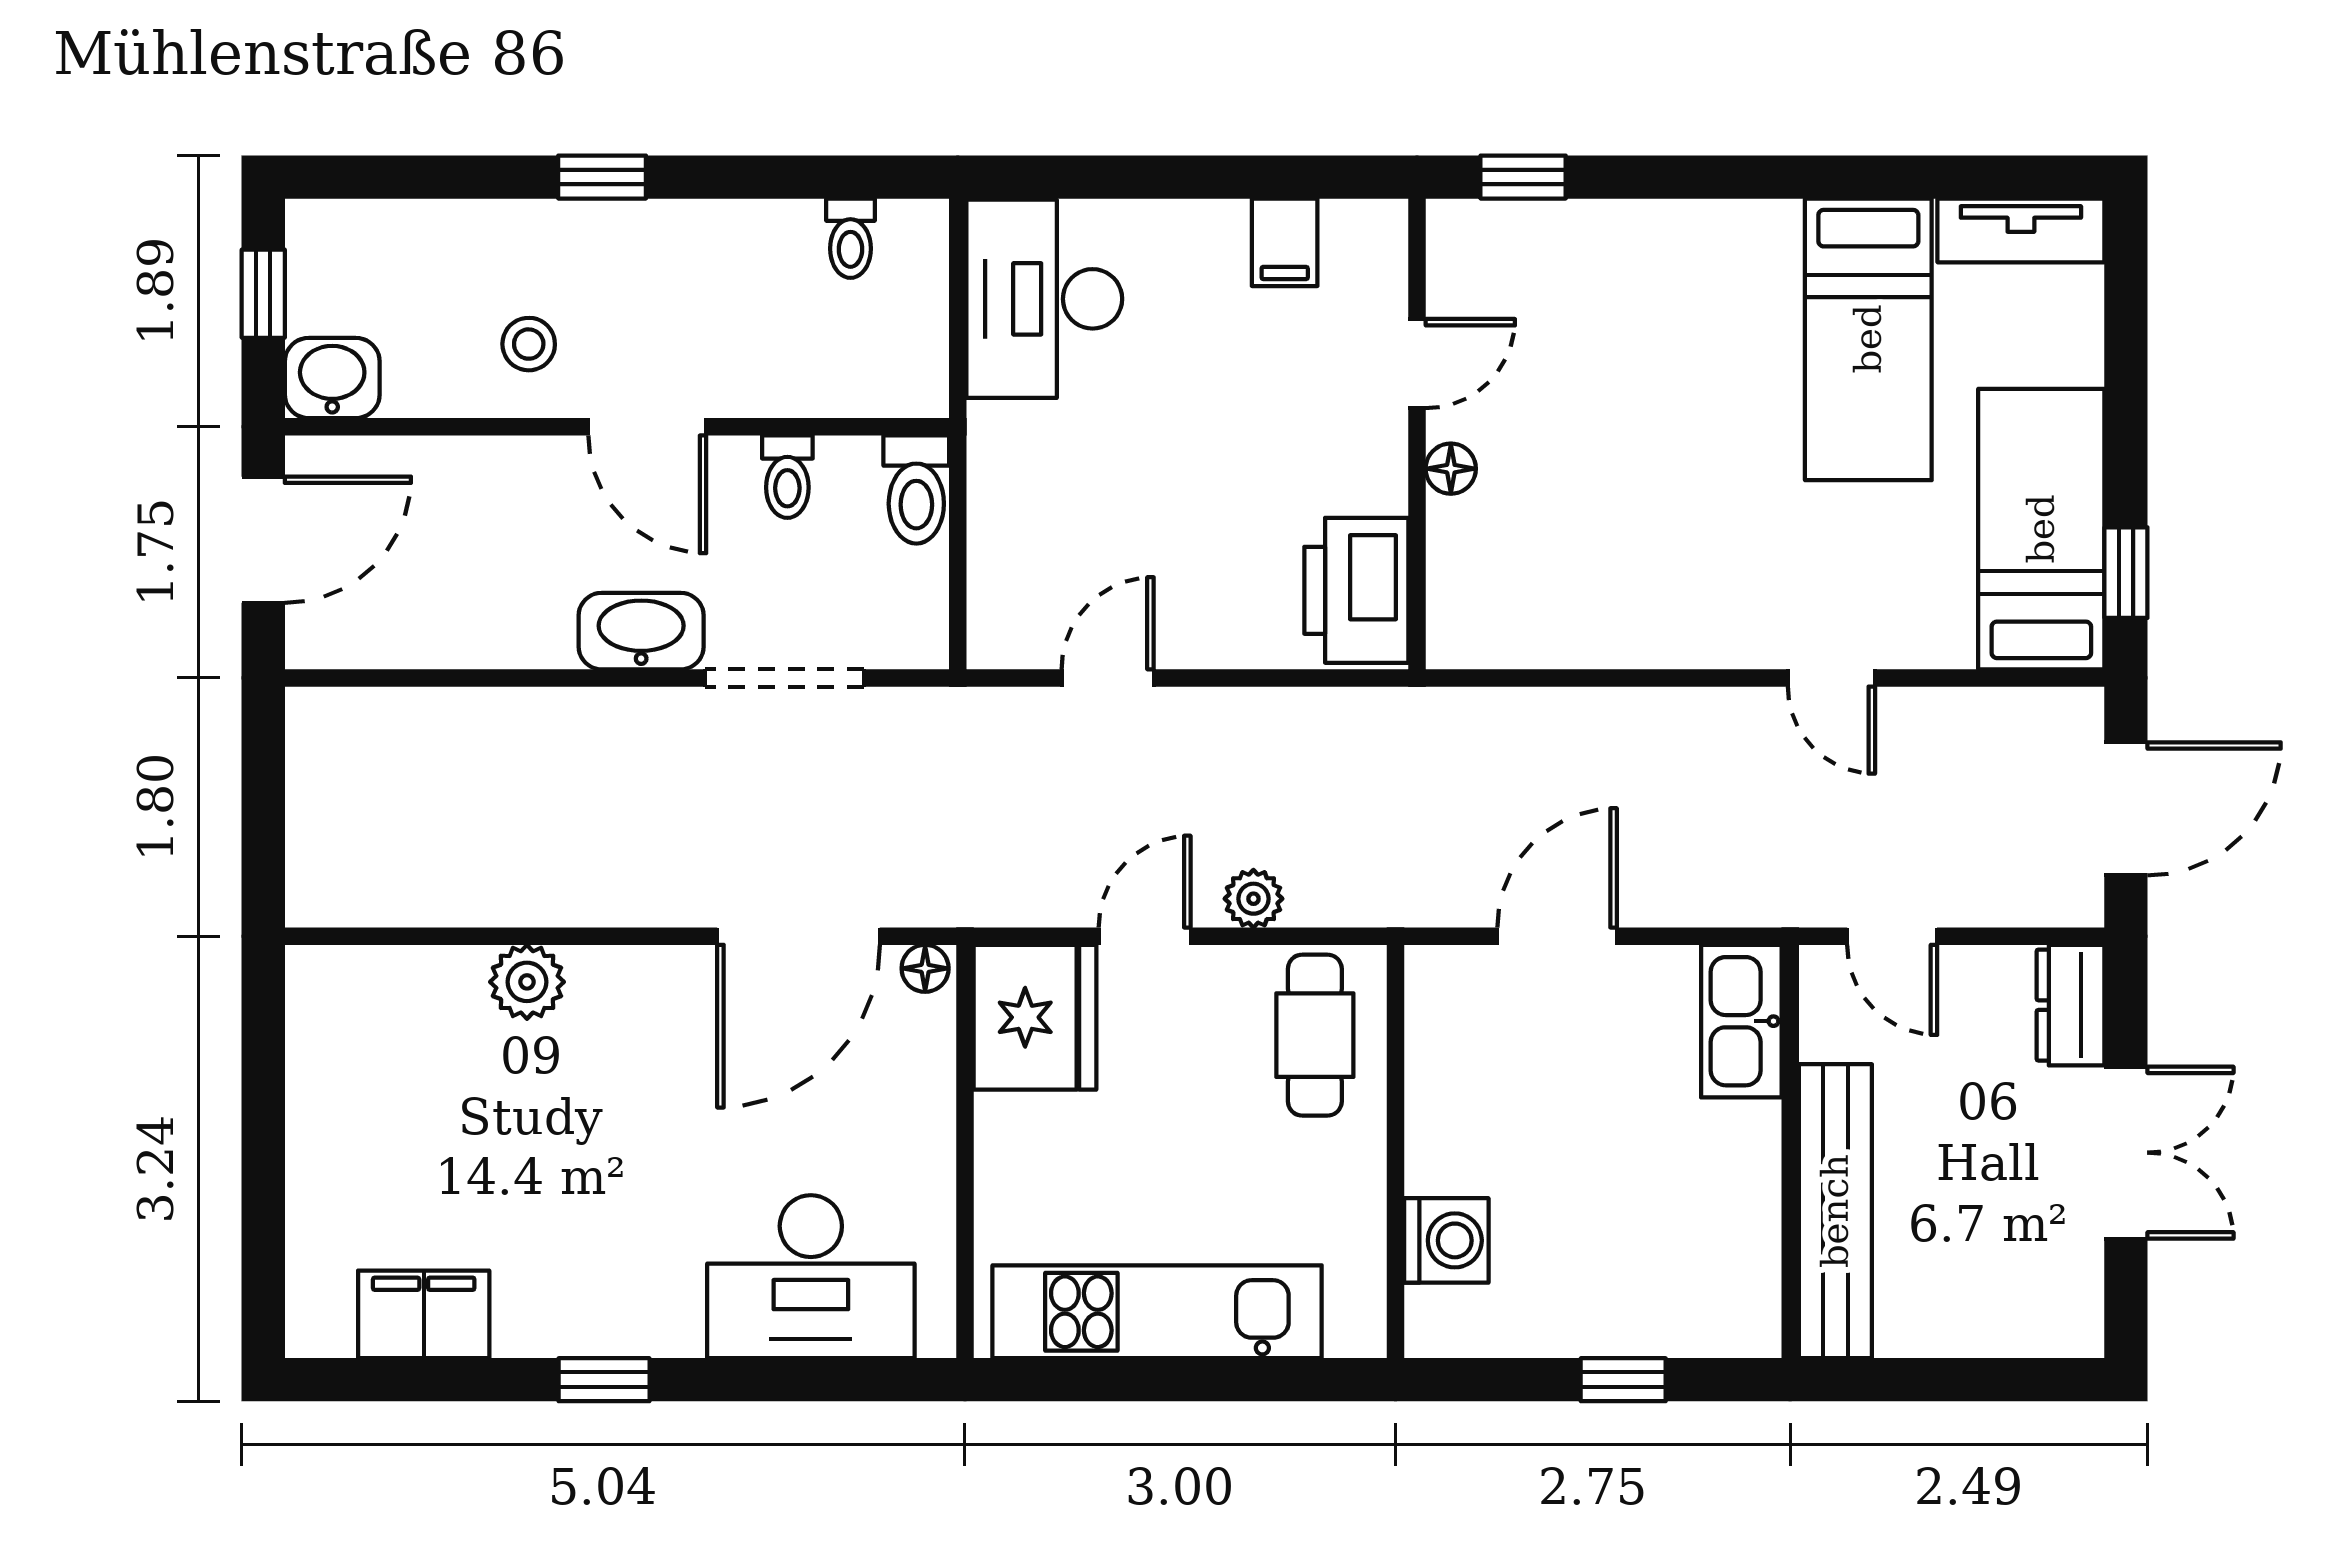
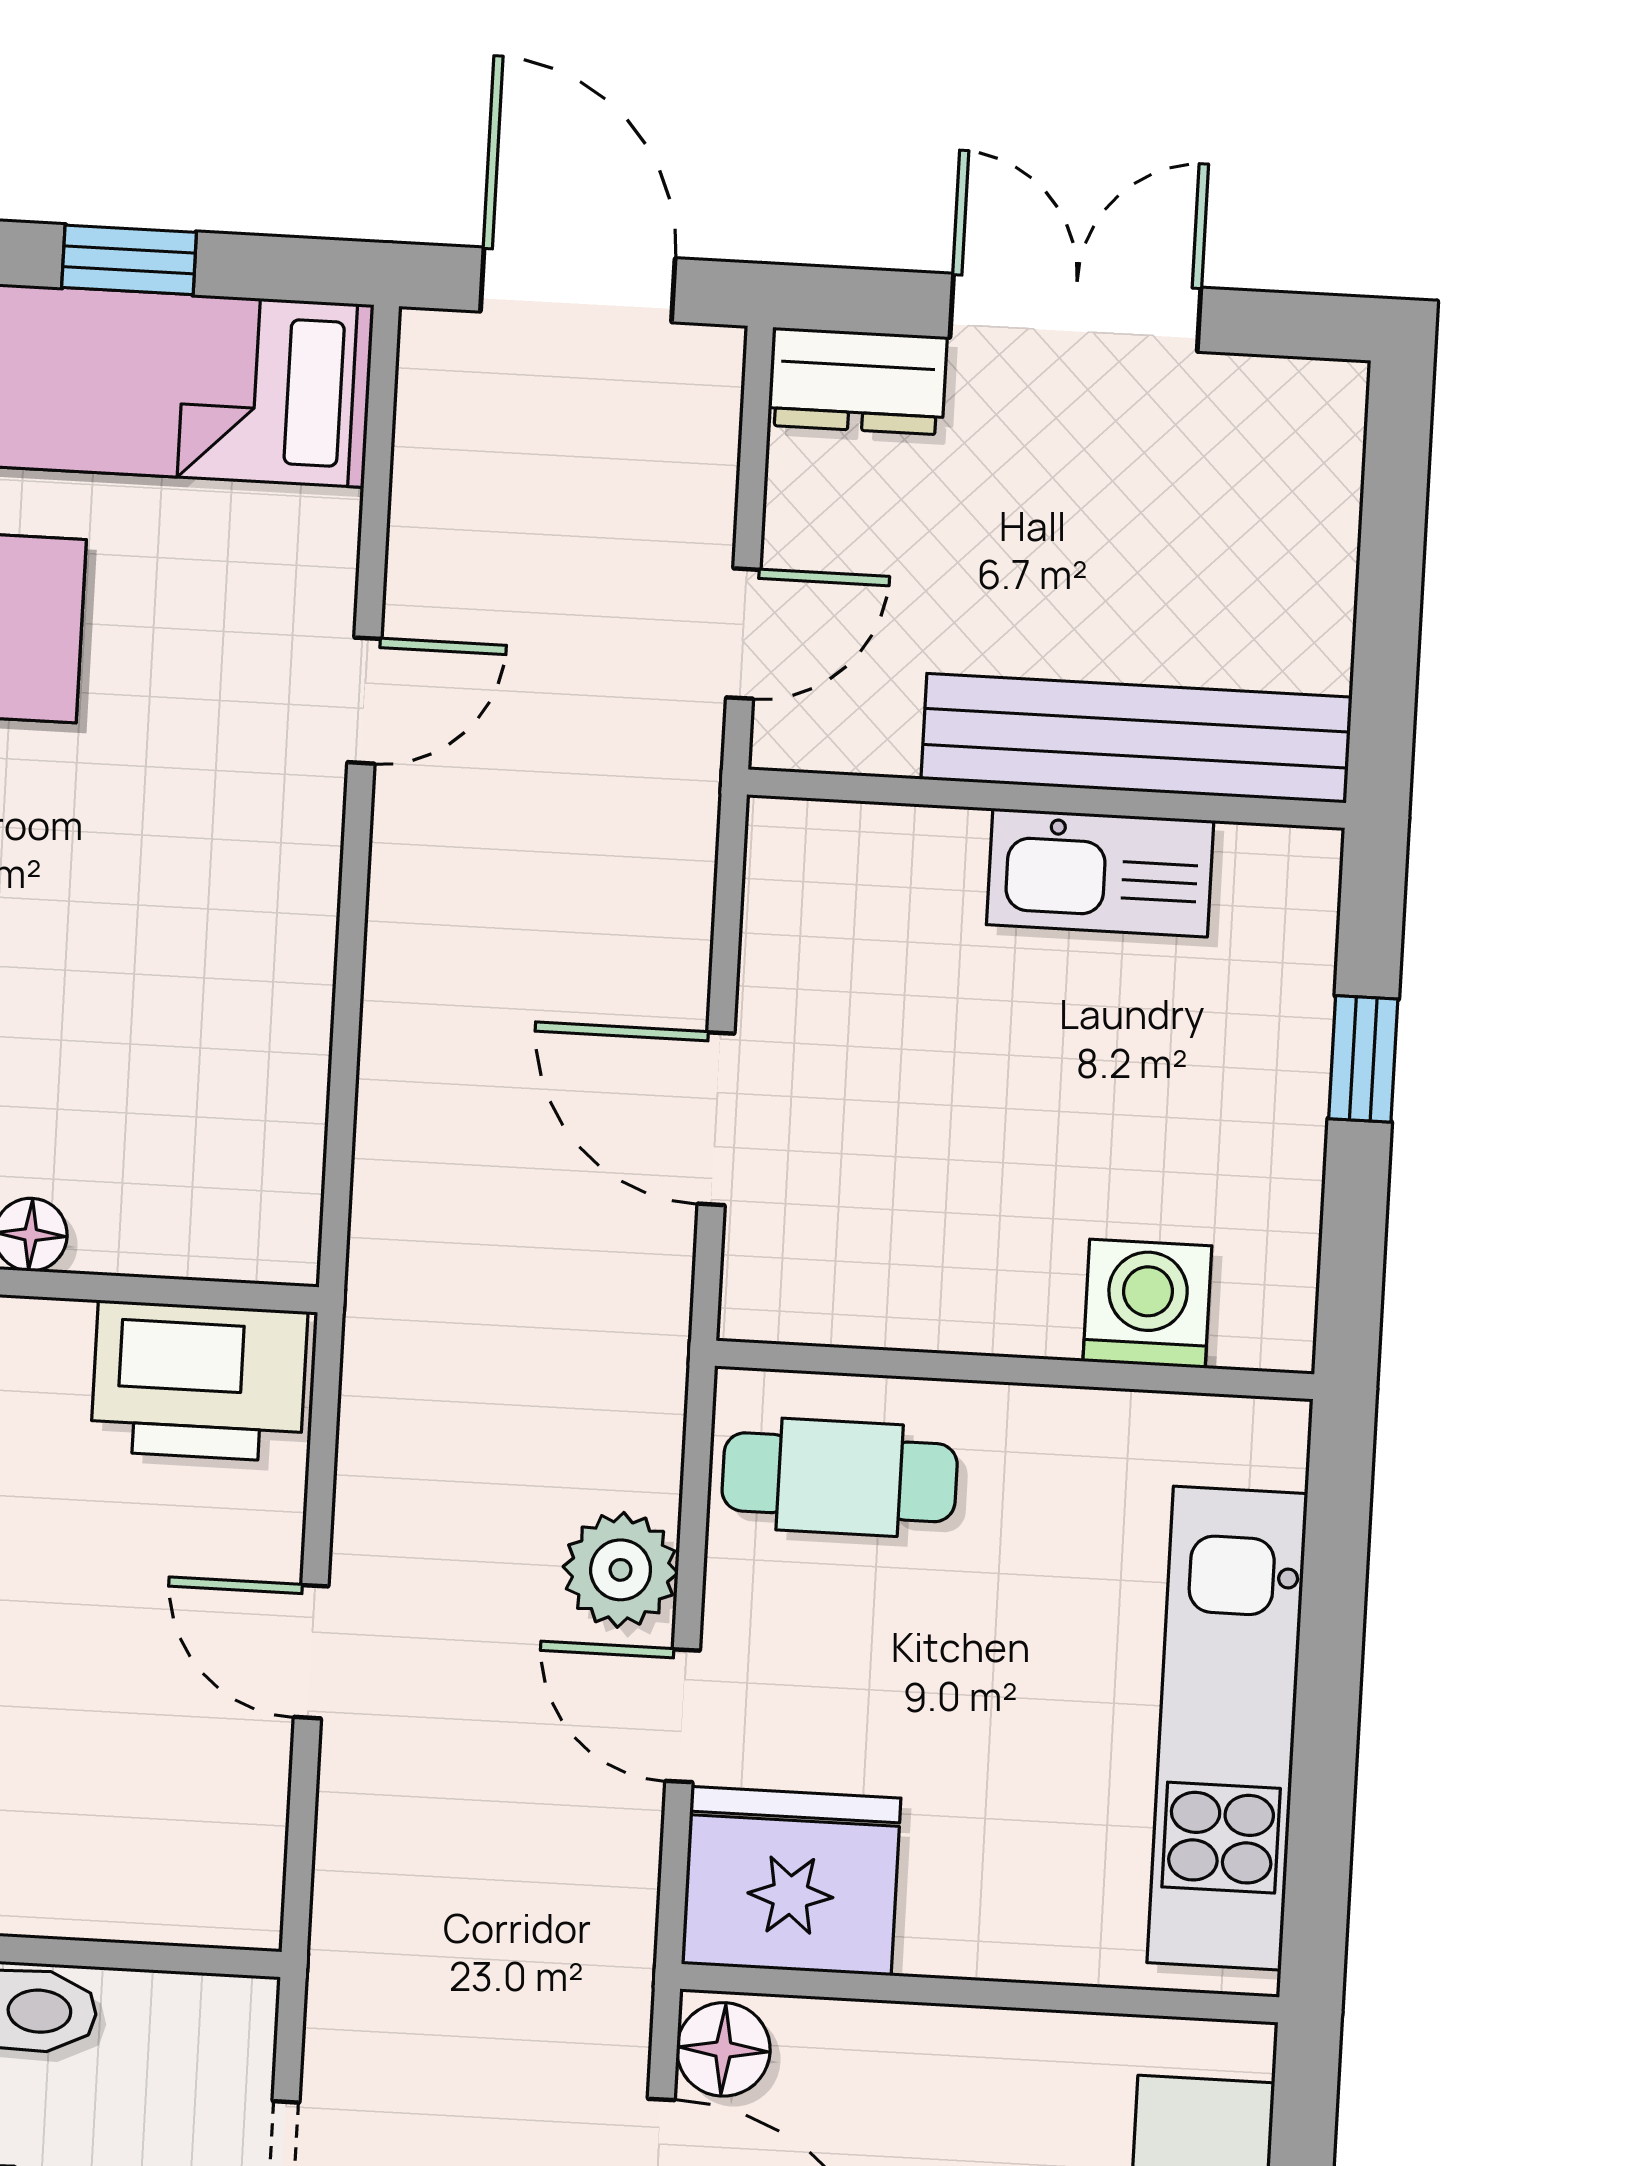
window: (2126, 573) -> (129, 260), moved
door: (1108, 678) -> (311, 1652), moved
plant: (1253, 899) -> (621, 1570), width x1.38, depth x1.38
floor lamp: (925, 968) -> (723, 2049), width x1.37, depth x1.37
kitchen sink: (1741, 1021) -> (1100, 873), moved

